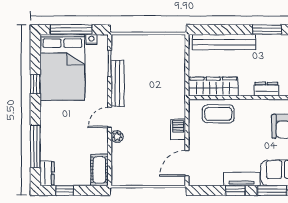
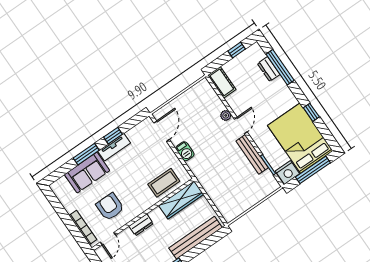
nightstand: (91, 40) -> (287, 172), width x1.89, depth x1.79
dresser: (47, 173) -> (269, 69), moved

